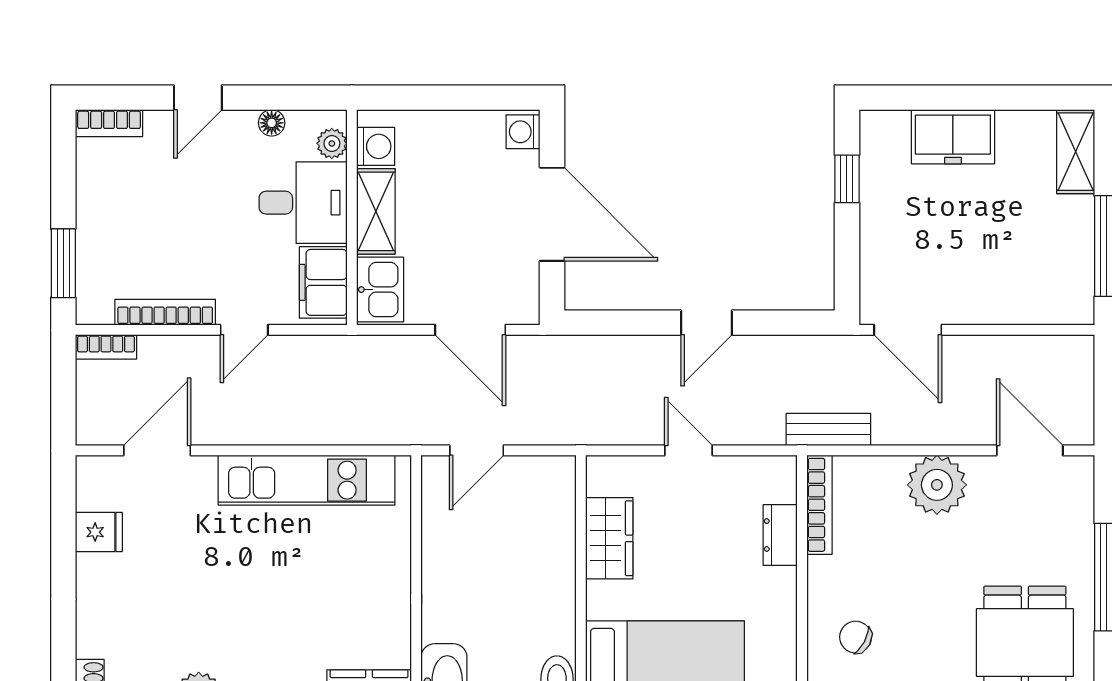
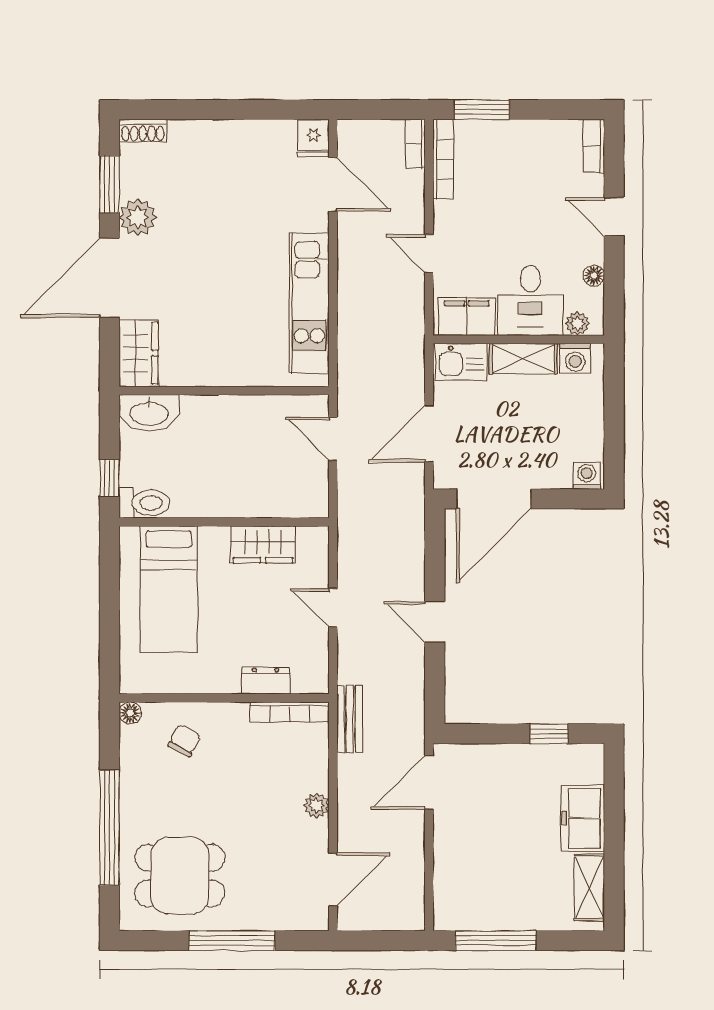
shelving: (1076, 152) -> (589, 887), moved, turned 90
door: (552, 214) -> (494, 499), moved
bookcase: (165, 312) -> (443, 159), moved
door: (689, 450) -> (333, 608), swing flipped
plant: (937, 485) -> (316, 805), width x0.53, depth x0.53
fridge: (99, 532) -> (313, 138), moved

